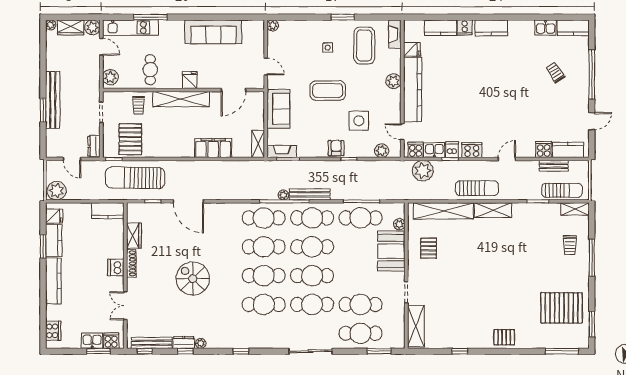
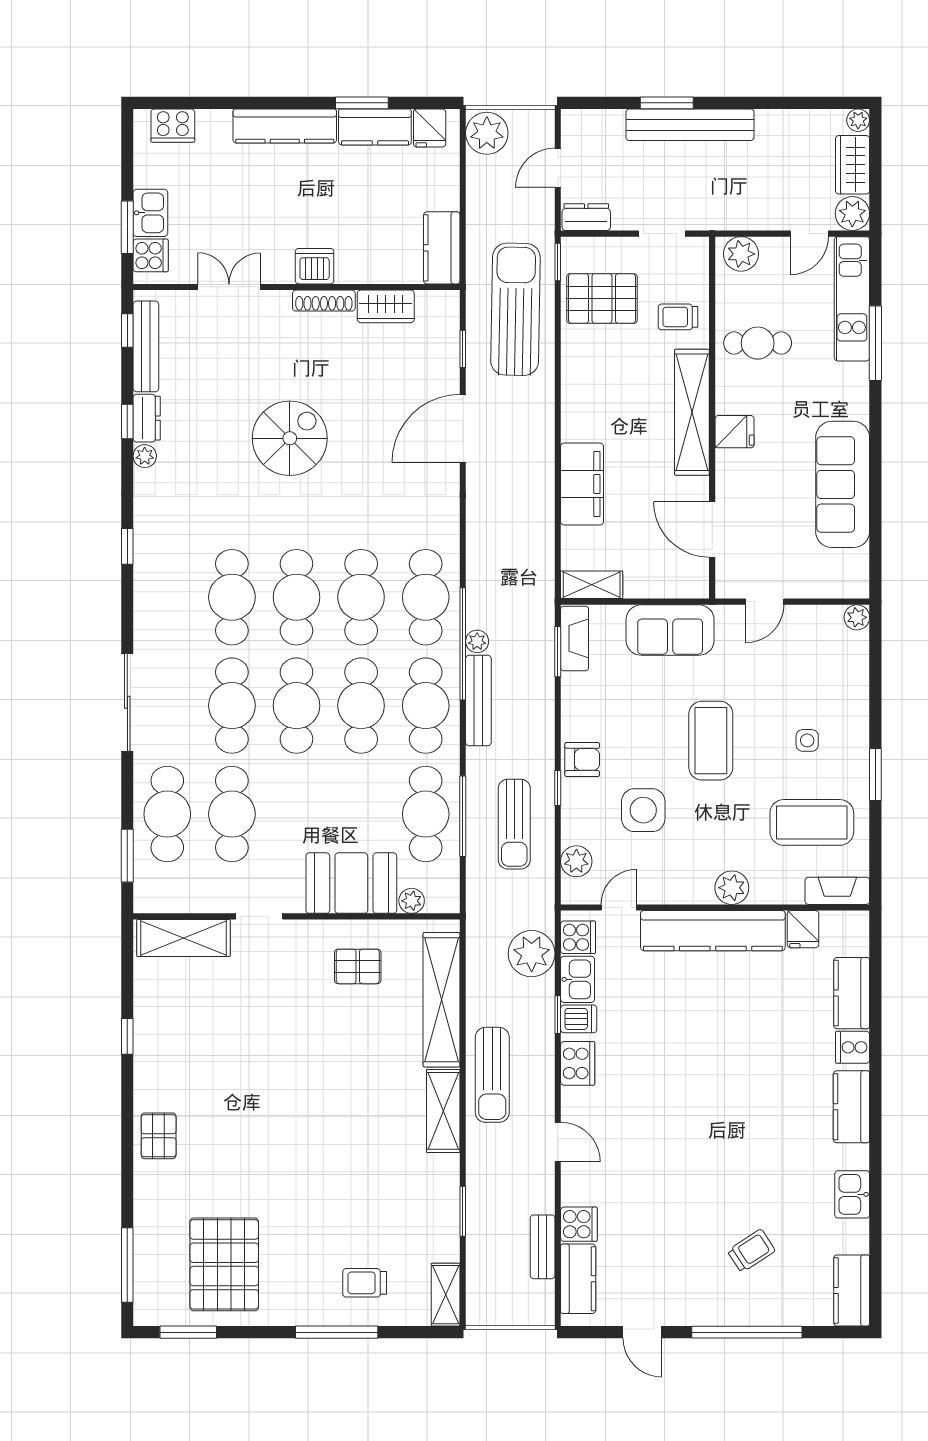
kitchen sink: (546, 27) -> (852, 1194), moved
sun lounger: (562, 190) -> (514, 824), moved

